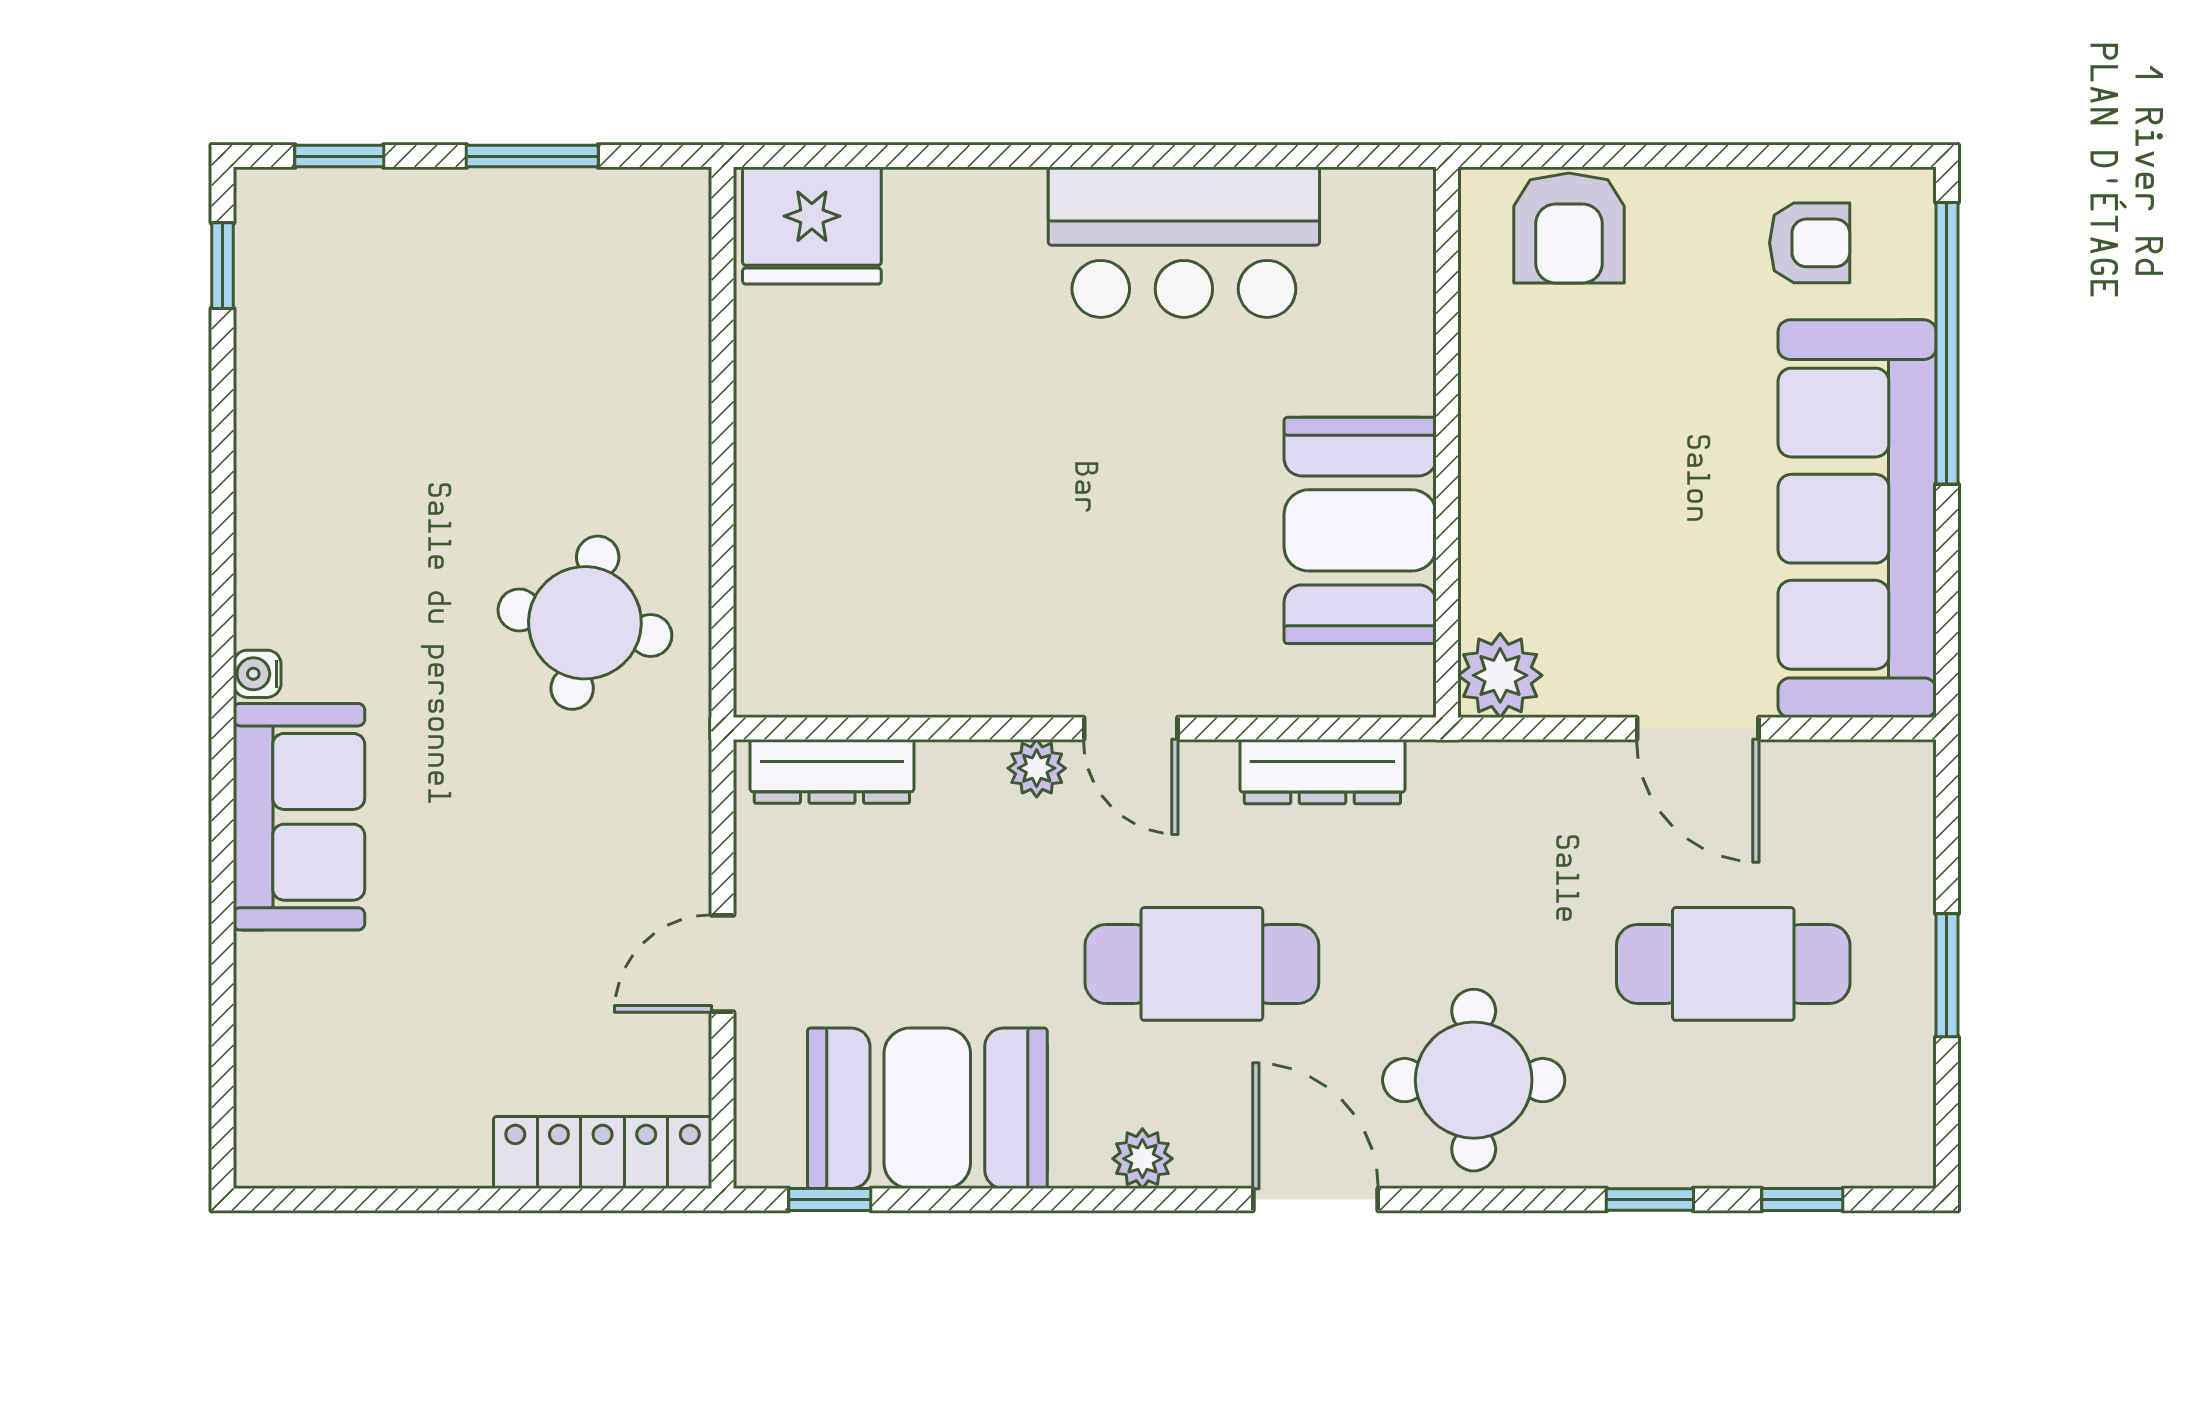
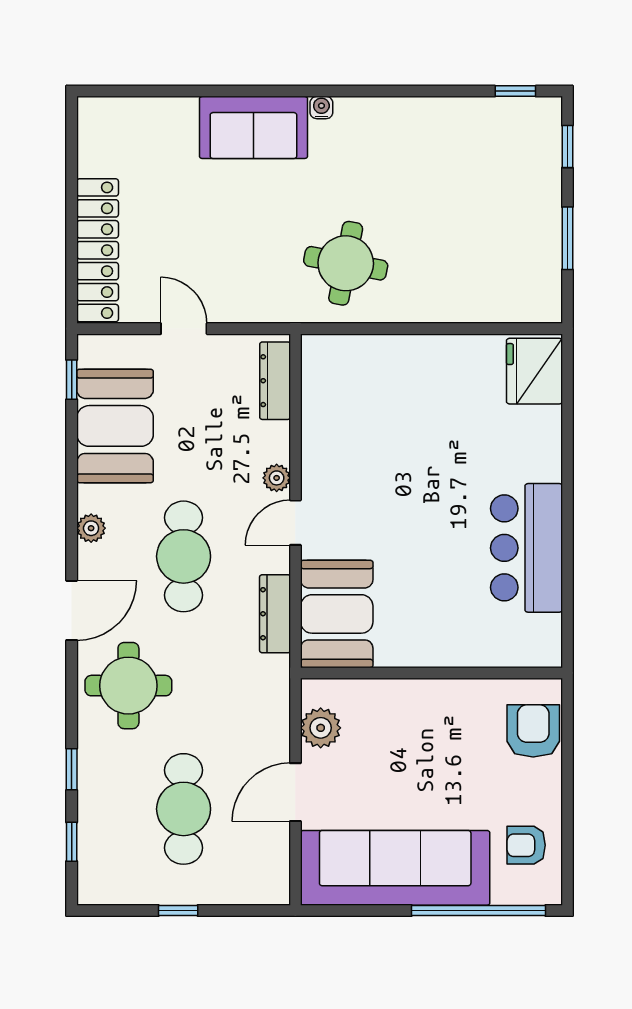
armchair: (1569, 228) -> (533, 731), turned 90
armchair: (1810, 243) -> (526, 845), turned 90
booth: (1360, 530) -> (337, 614), moved, turned 90
plant: (1500, 675) -> (321, 728), moved
window: (1947, 975) -> (178, 910), width x0.67
locker: (603, 1152) -> (98, 250), width x1.41, depth x1.21

